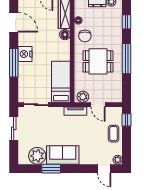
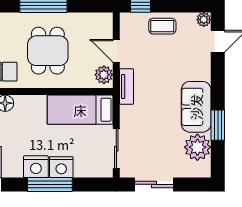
nightstand: (25, 70) -> (61, 167), added
door: (98, 105) -> (116, 51), swing flipped

